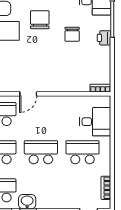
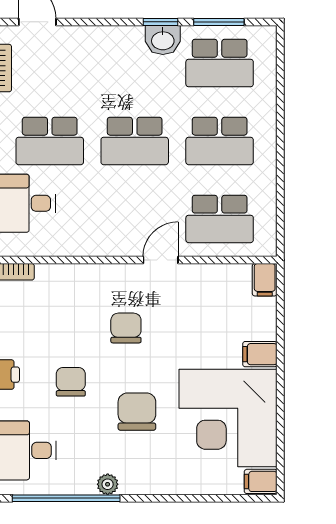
chair: (40, 20) -> (137, 412), turned 180
chair: (45, 61) -> (126, 328), added

